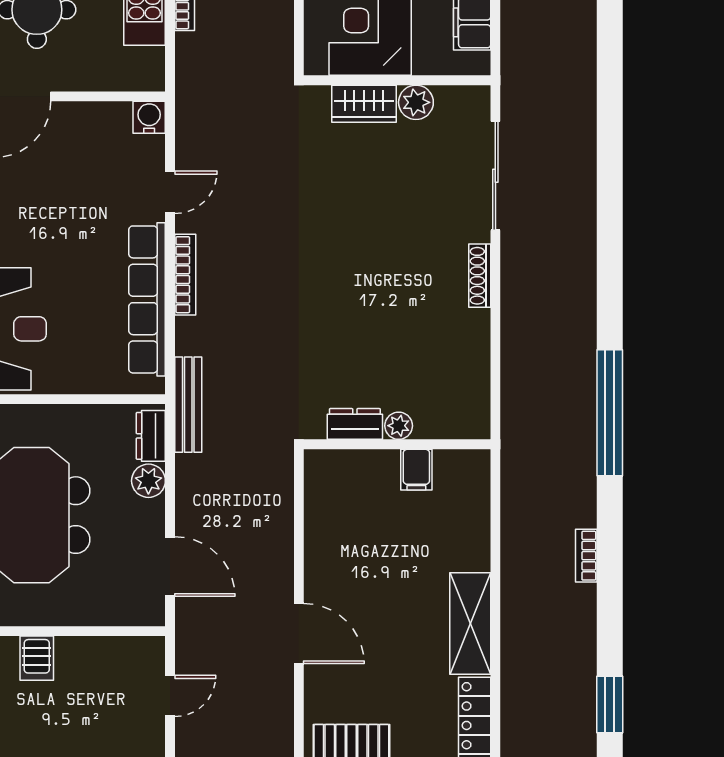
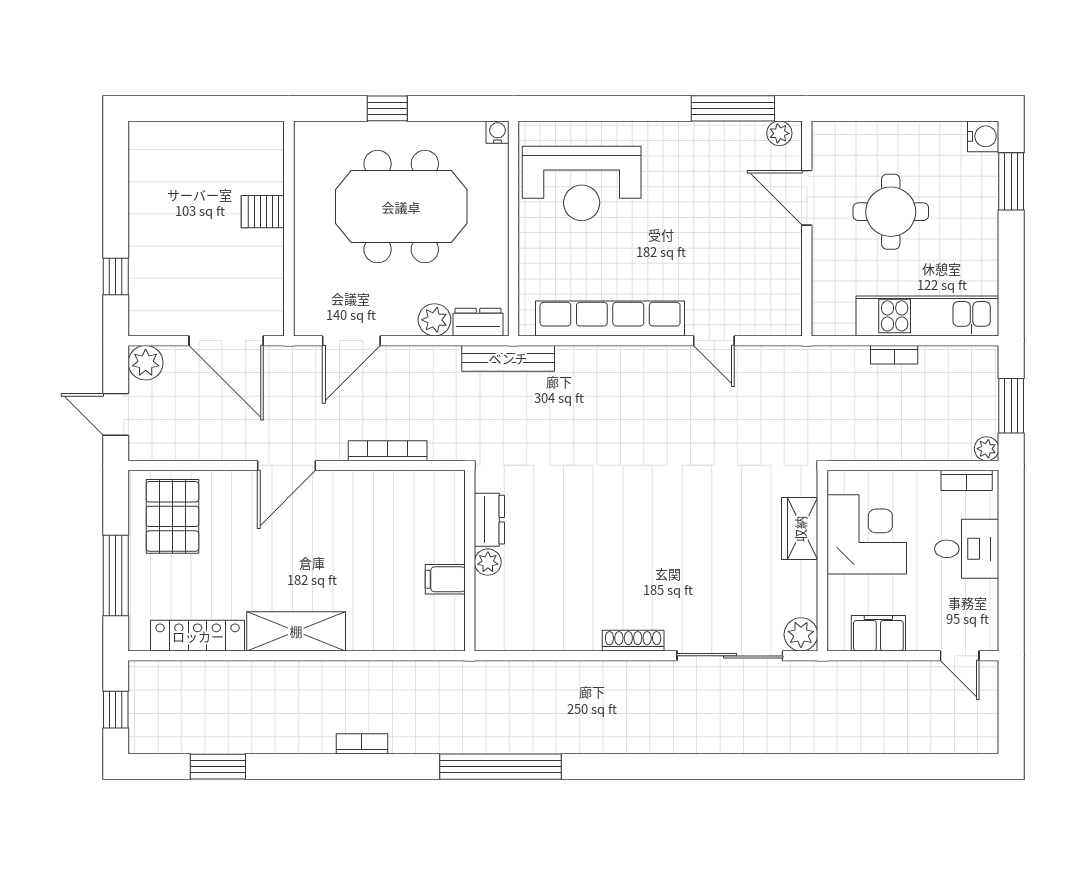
plant: (416, 102) -> (801, 634), moved
water cooler: (149, 117) -> (786, 320), removed
bookcase: (185, 275) -> (388, 451), moved, turned 180
door: (170, 696) -> (226, 341), width x1.87

